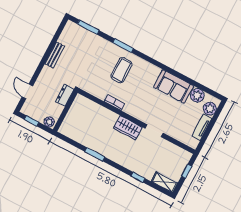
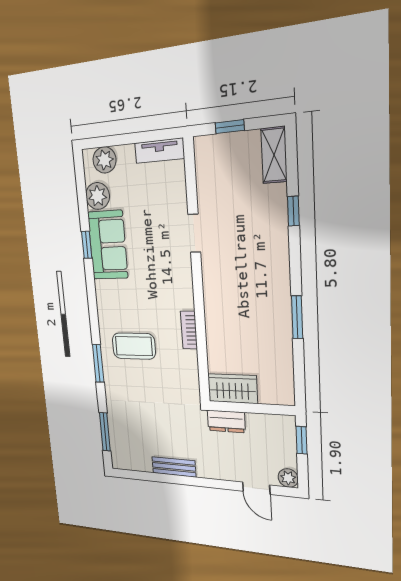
window: (180, 76) -> (87, 245), added
door: (27, 91) -> (256, 488), hinge flipped
window: (32, 121) -> (302, 440), moved
plant: (49, 122) -> (288, 478), moved
tv unit: (202, 127) -> (160, 151), moved
wardrobe: (128, 128) -> (232, 389), moved, turned -90

